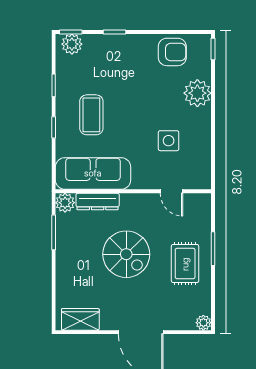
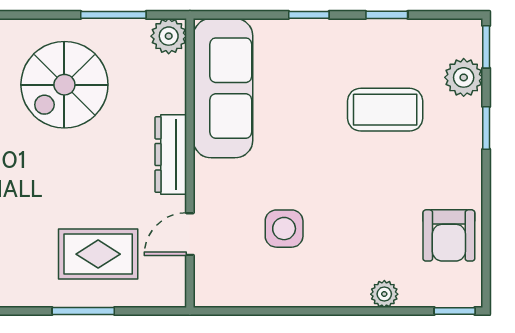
plant: (72, 44) -> (464, 77), moved
plant: (197, 93) -> (384, 294), width x0.53, depth x0.53
coffee table: (91, 115) -> (385, 110), moved
dresser: (98, 202) -> (171, 155), moved
spiral stairs: (126, 254) -> (64, 85), moved
rug: (185, 264) -> (98, 254), moved

